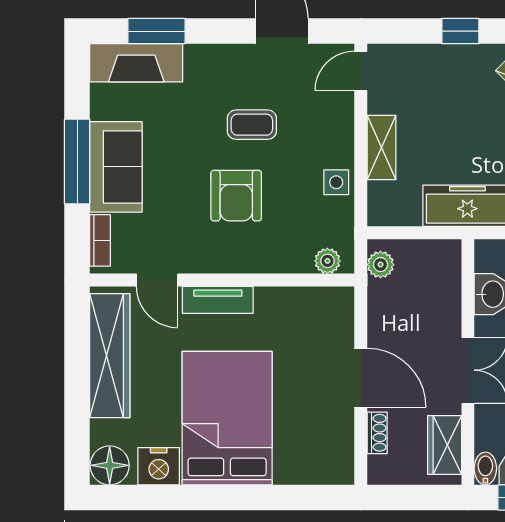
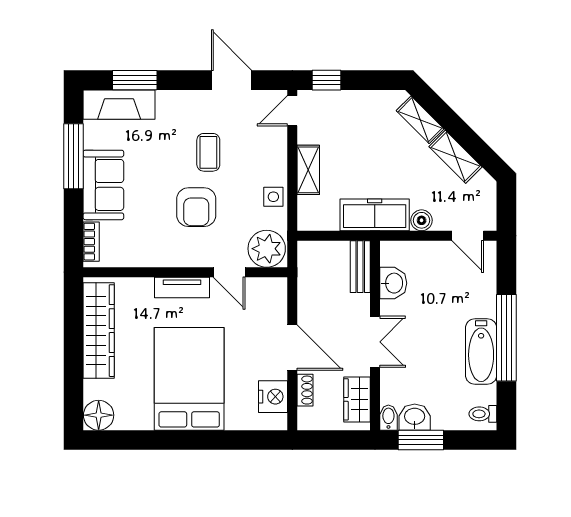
window: (460, 31) -> (326, 80), moved
coffee table: (252, 125) -> (208, 152), turned 90
window: (77, 161) -> (73, 156), moved
plant: (327, 261) -> (267, 249), width x1.87, depth x1.87
plant: (381, 265) -> (308, 260), removed
bench: (449, 273) -> (360, 267), added
door: (157, 280) -> (229, 272), moved
nightstand: (159, 466) -> (273, 397), moved, turned -90

